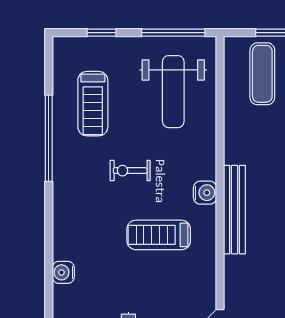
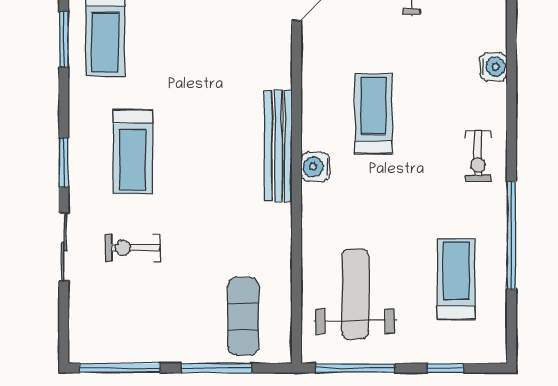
exercise bike: (130, 171) -> (478, 156), moved, turned 90
treadmill: (159, 235) -> (374, 114), turned -90

